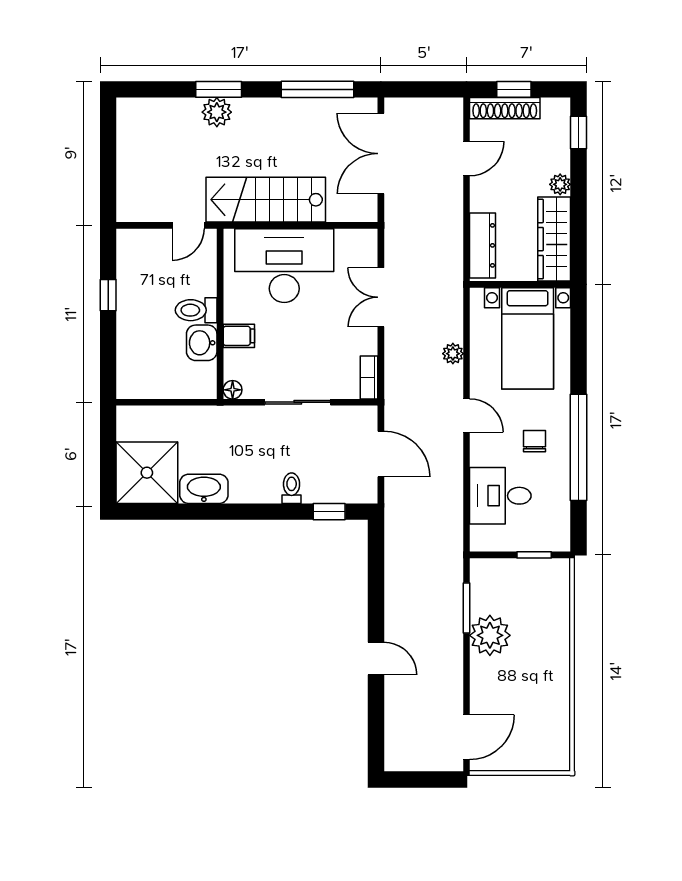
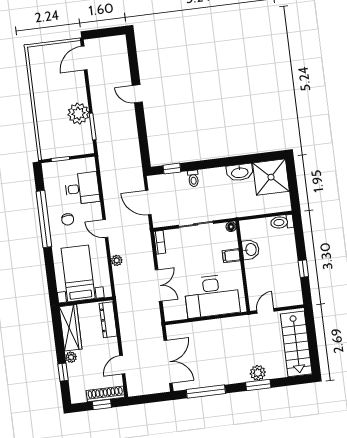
window: (579, 133) -> (63, 372), moved
stairs: (266, 200) -> (296, 344), moved, turned 90
toilet: (196, 310) -> (282, 222), moved, turned 180

